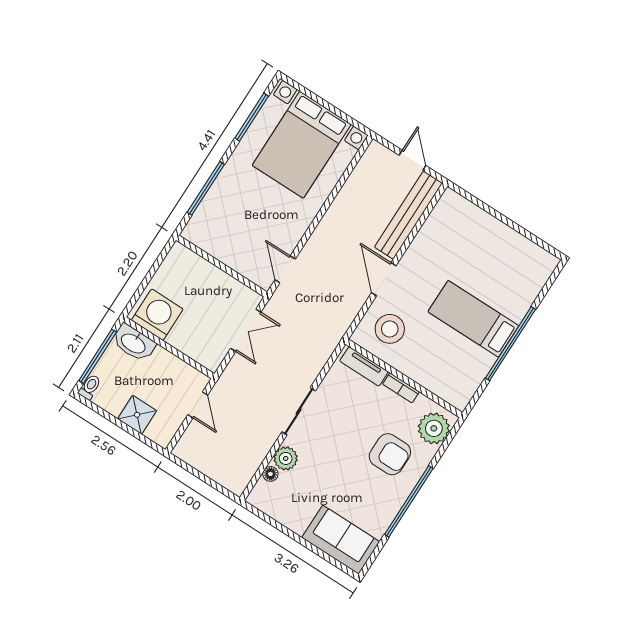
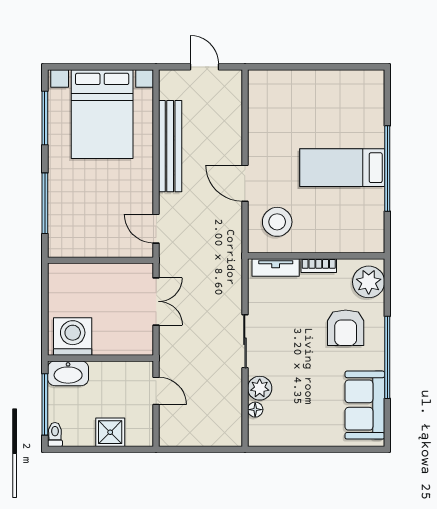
bench: (408, 215) -> (170, 146), moved
armchair: (390, 454) -> (346, 328), turned 90
sofa: (341, 540) -> (365, 405), moved, turned -90

